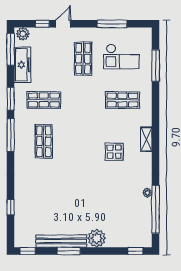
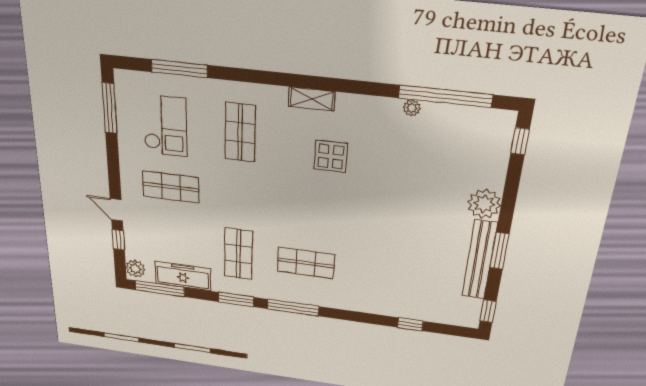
window: (112, 24) -> (110, 108), moved

